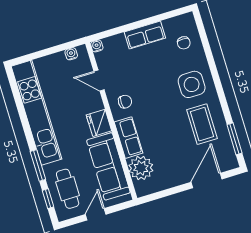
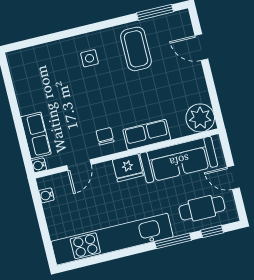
row of seats: (145, 35) -> (36, 135), moved
chair: (184, 43) -> (41, 65), removed
side table: (192, 84) -> (89, 58), width x0.54, depth x0.54
coffee table: (202, 124) -> (136, 49), turned 90
plant: (141, 168) -> (200, 118), moved
door: (207, 181) -> (201, 47), width x0.73

